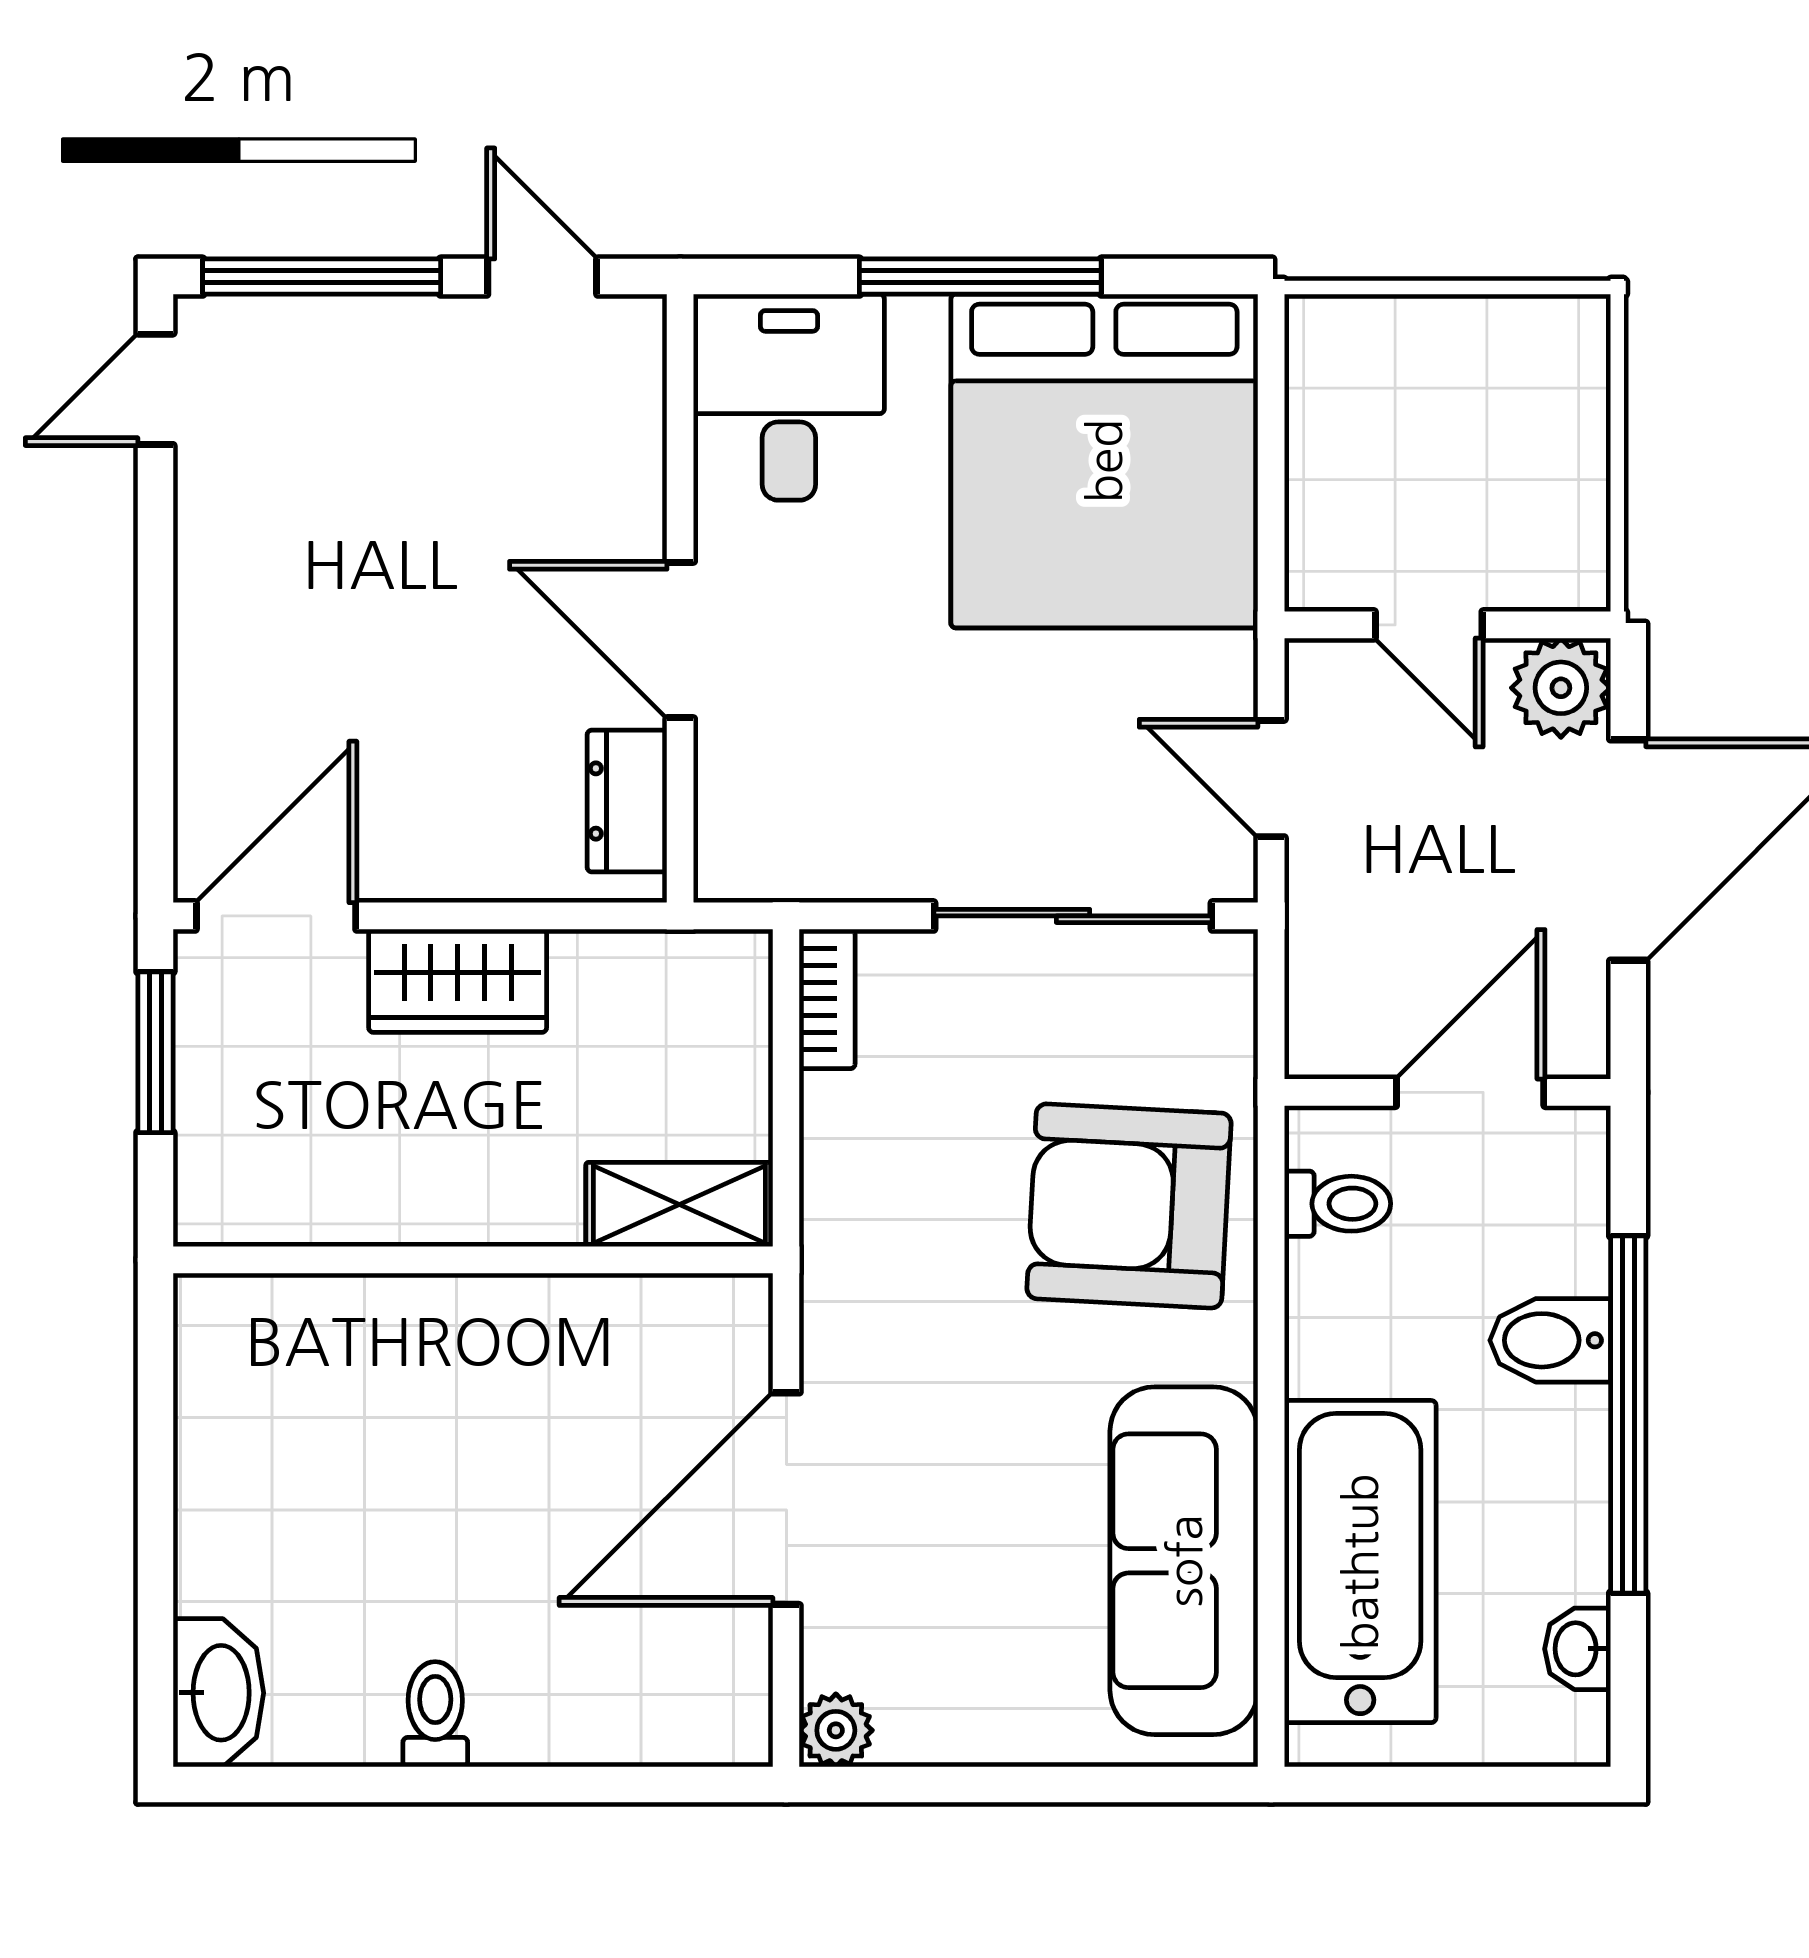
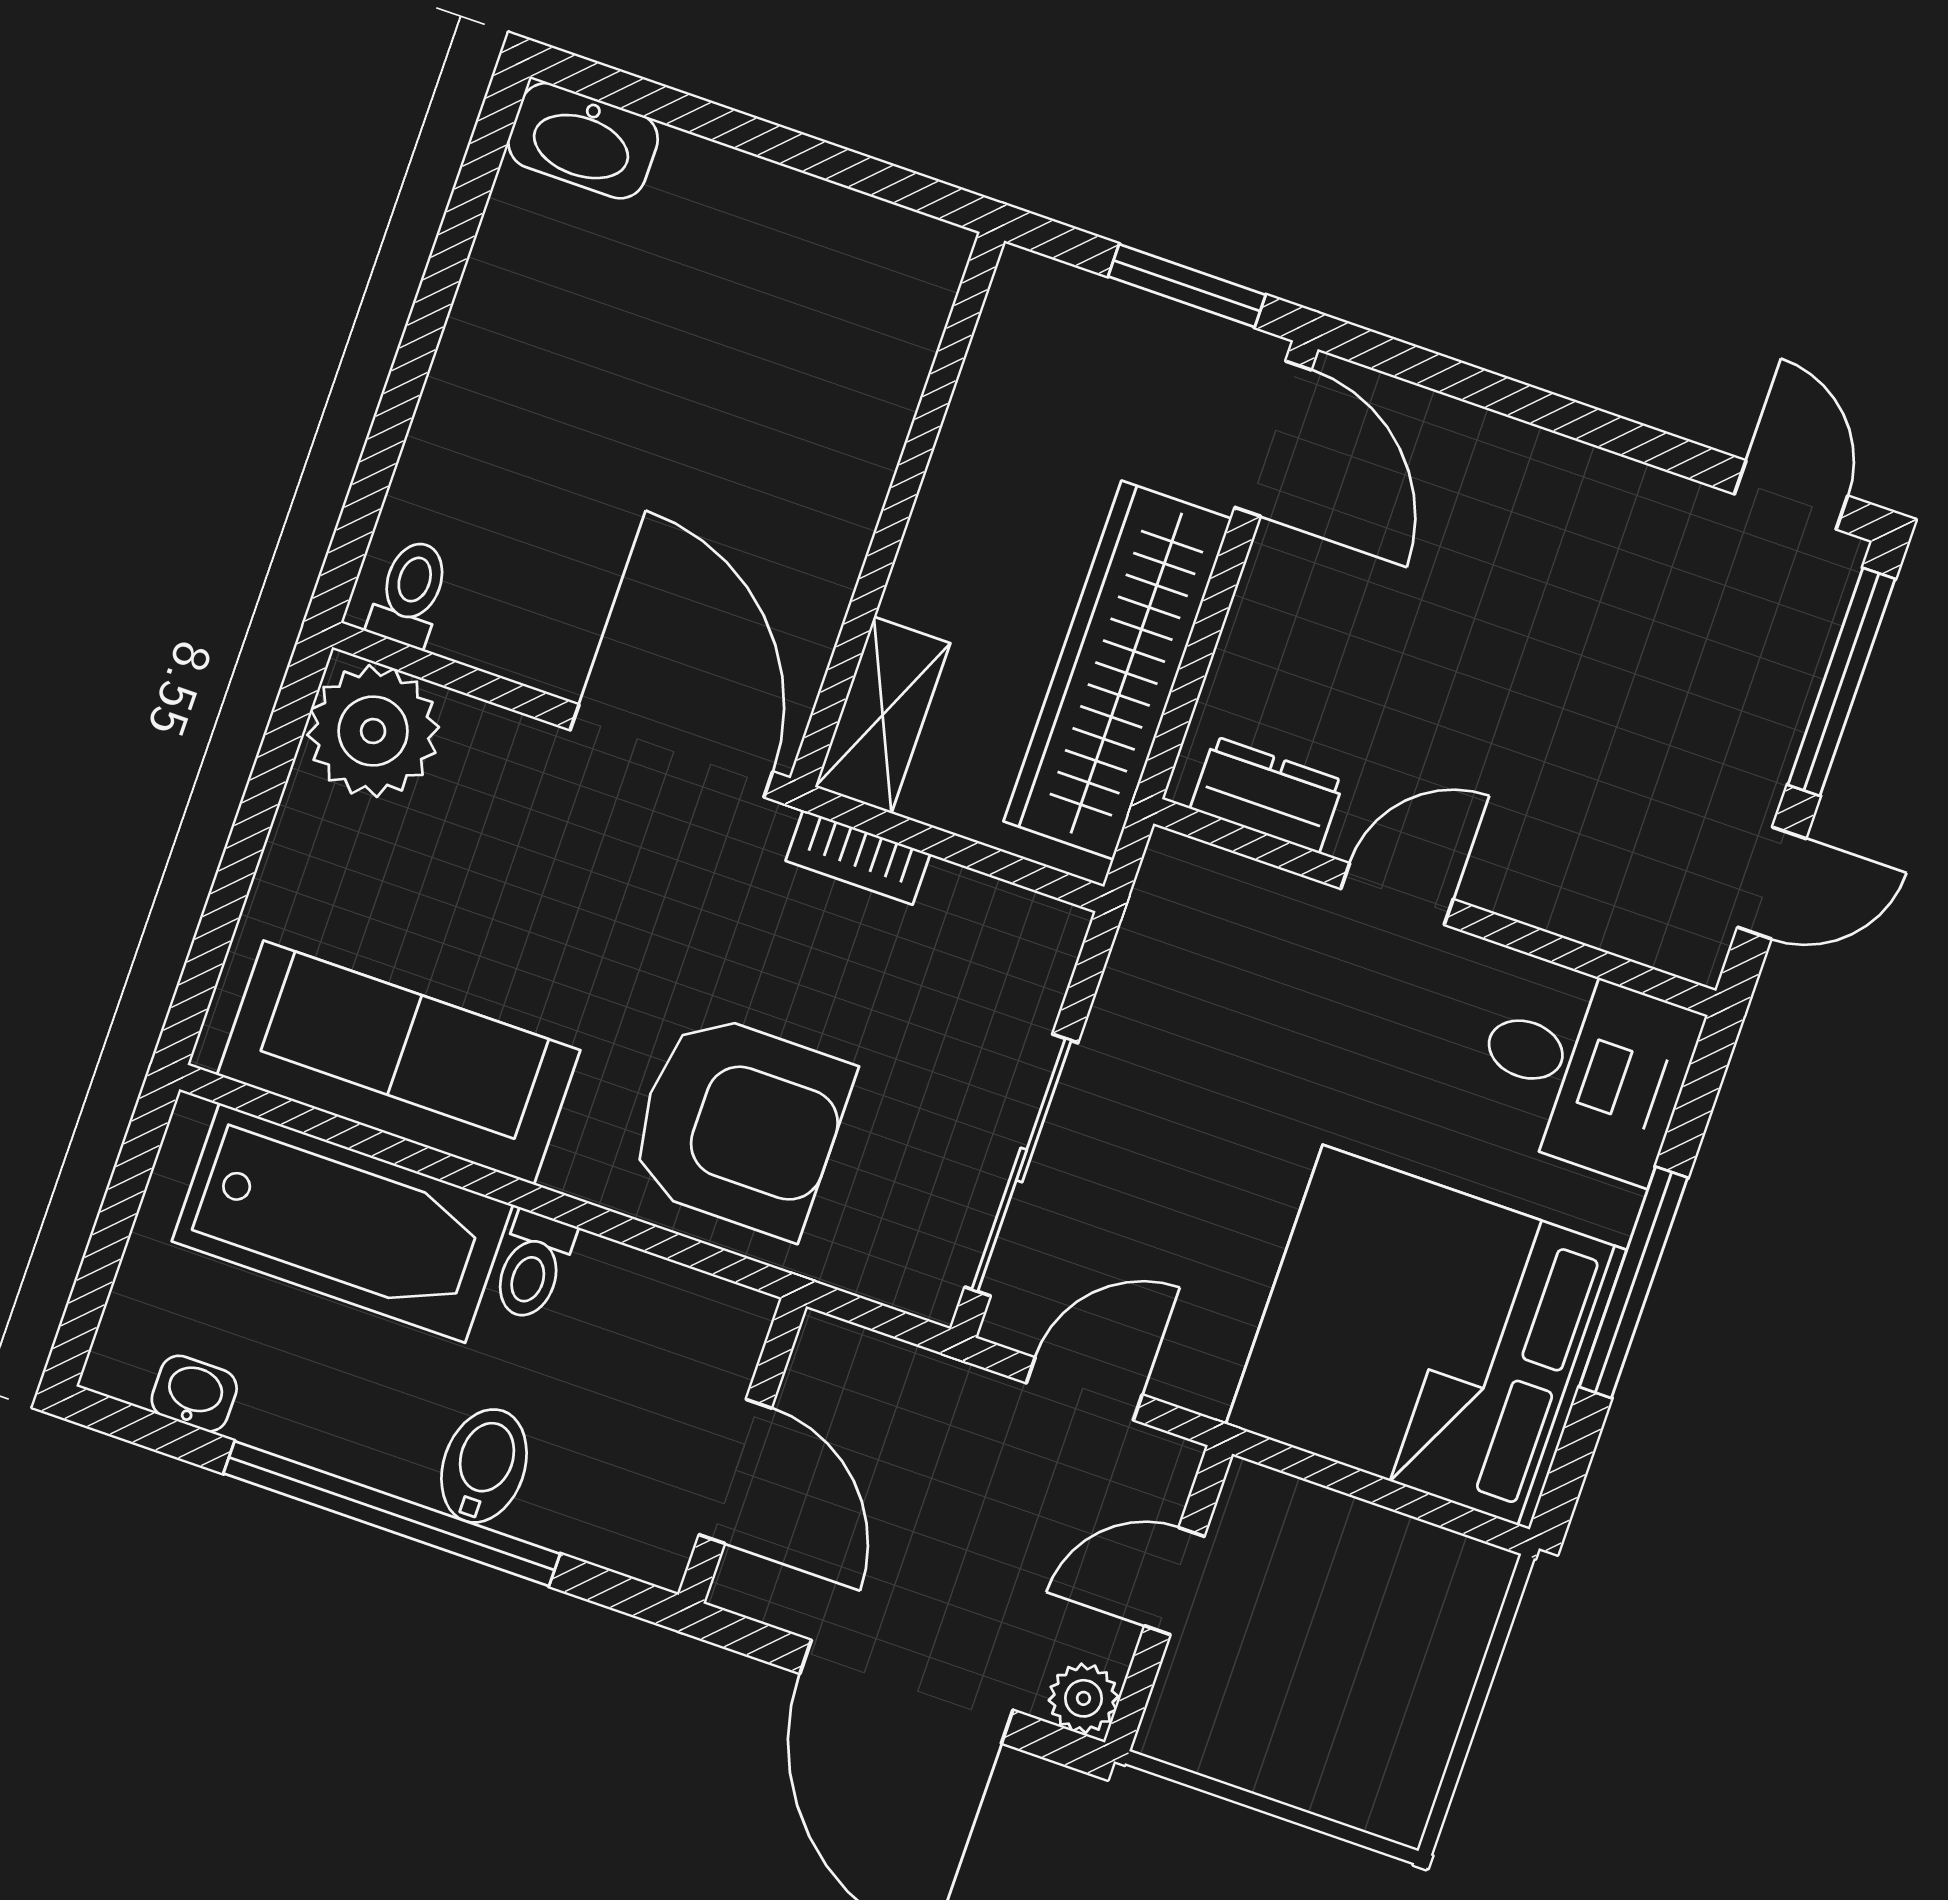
door: (680, 640) -> (1397, 894), width x0.73
plant: (1561, 688) -> (1083, 1698), width x0.73, depth x0.73
wardrobe: (458, 981) -> (1118, 670), width x2.10, depth x1.17
bookcase: (827, 999) -> (858, 857), moved
toilet: (1337, 1204) -> (533, 1266), moved
armchair: (1129, 1206) -> (739, 1124), turned 87
door: (786, 1499) -> (671, 751), moved
toilet: (435, 1714) -> (410, 593), moved, turned -90
plant: (836, 1730) -> (373, 731), width x1.88, depth x1.88

